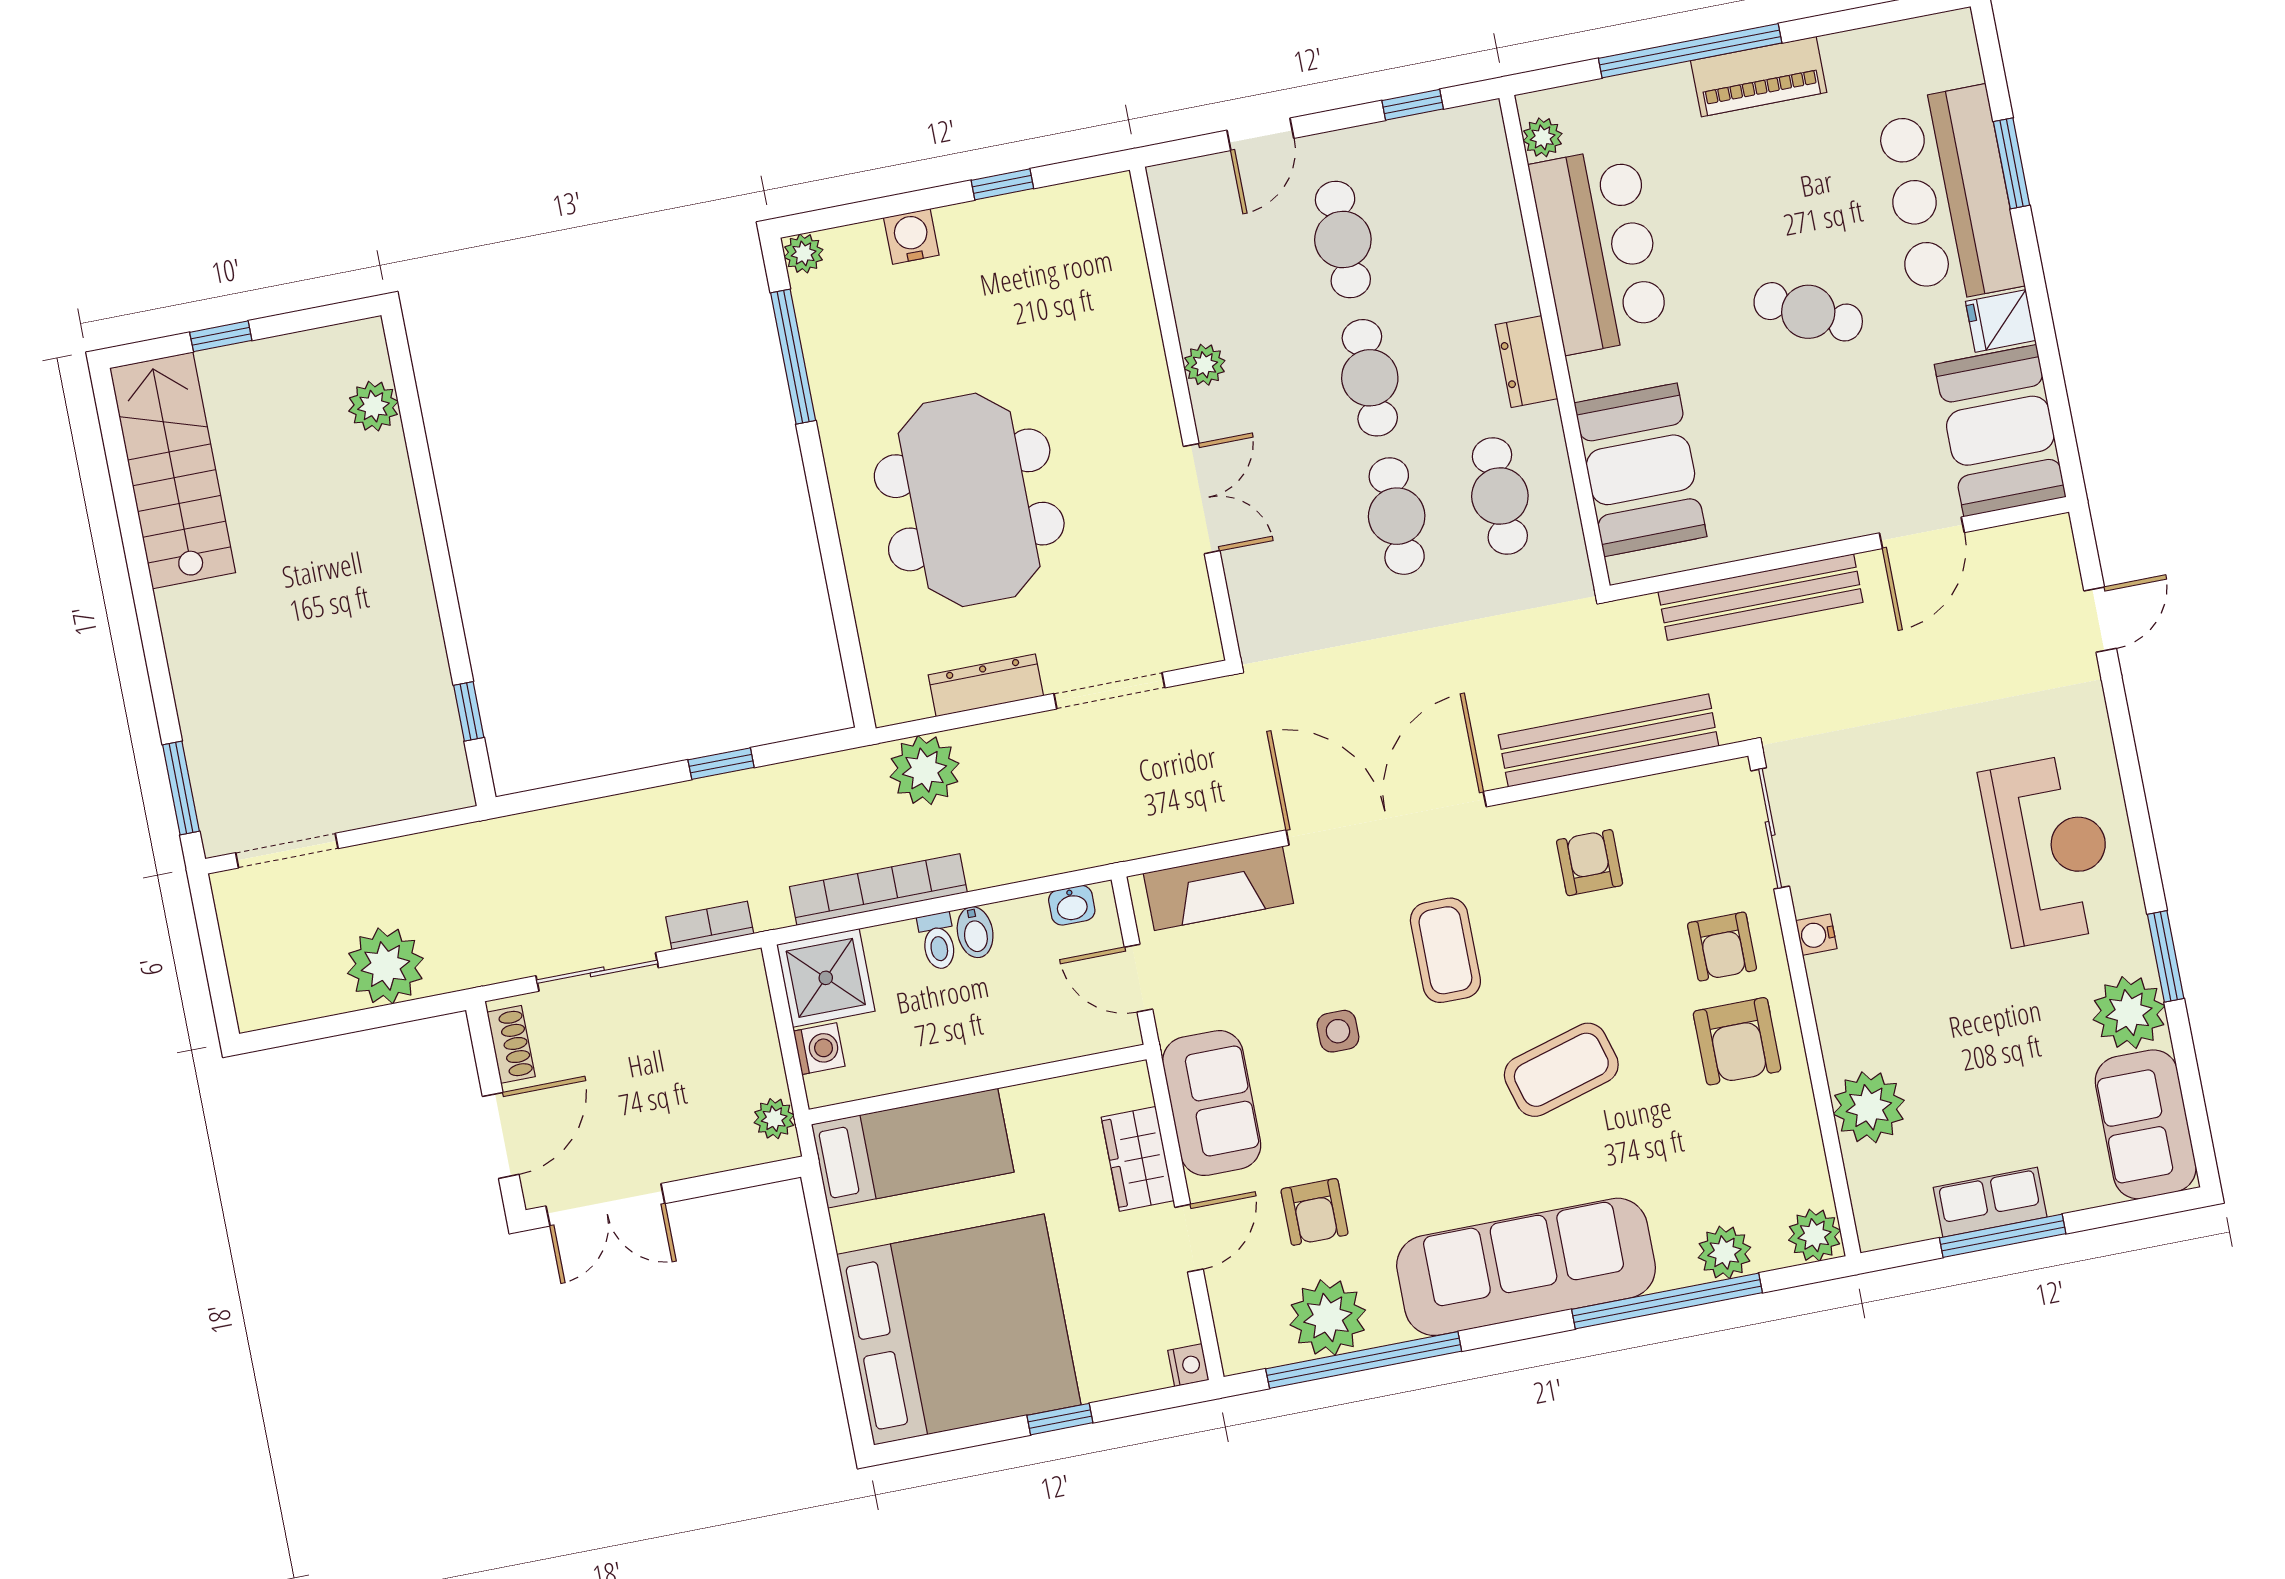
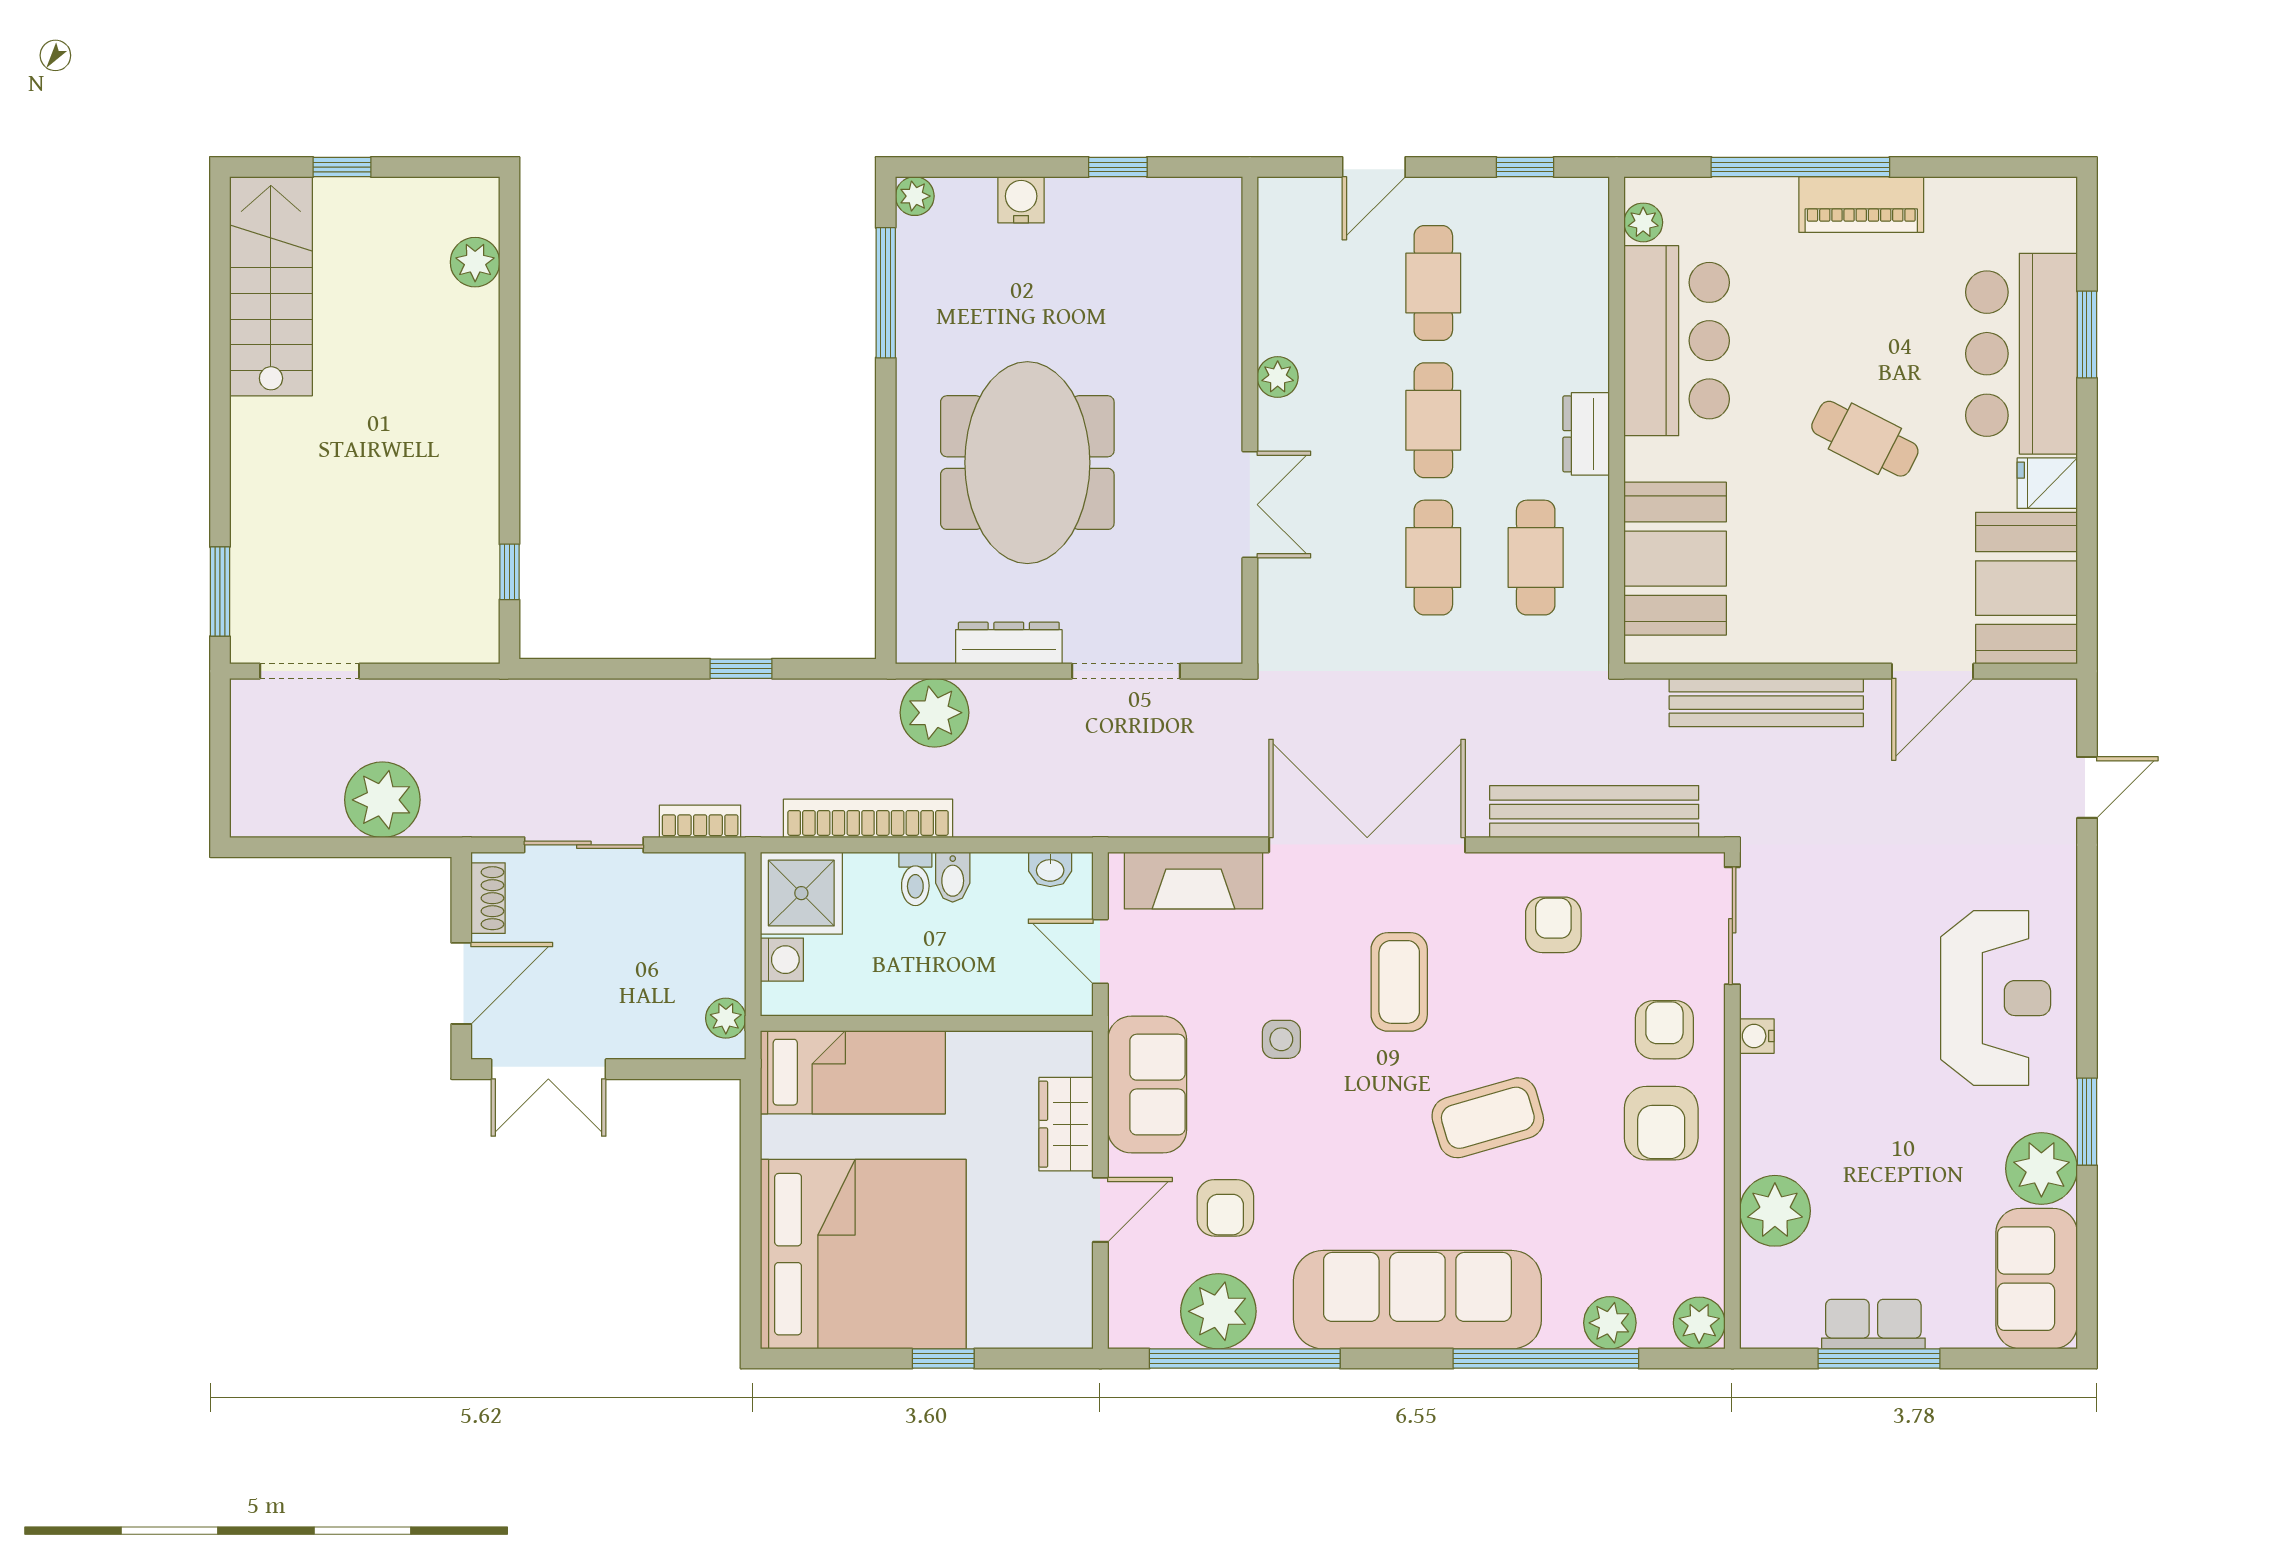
armchair: (1722, 947) -> (1664, 1030), turned 180
nightstand: (1188, 1365) -> (1076, 1331), removed

